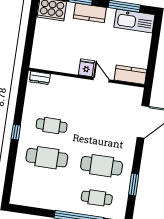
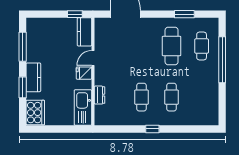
kitchen sink: (134, 21) -> (83, 108), moved, turned 180
window: (151, 67) -> (75, 14), added
dresser: (40, 78) -> (99, 95), moved
cafe table: (47, 158) -> (172, 97), width x0.73, depth x0.74

